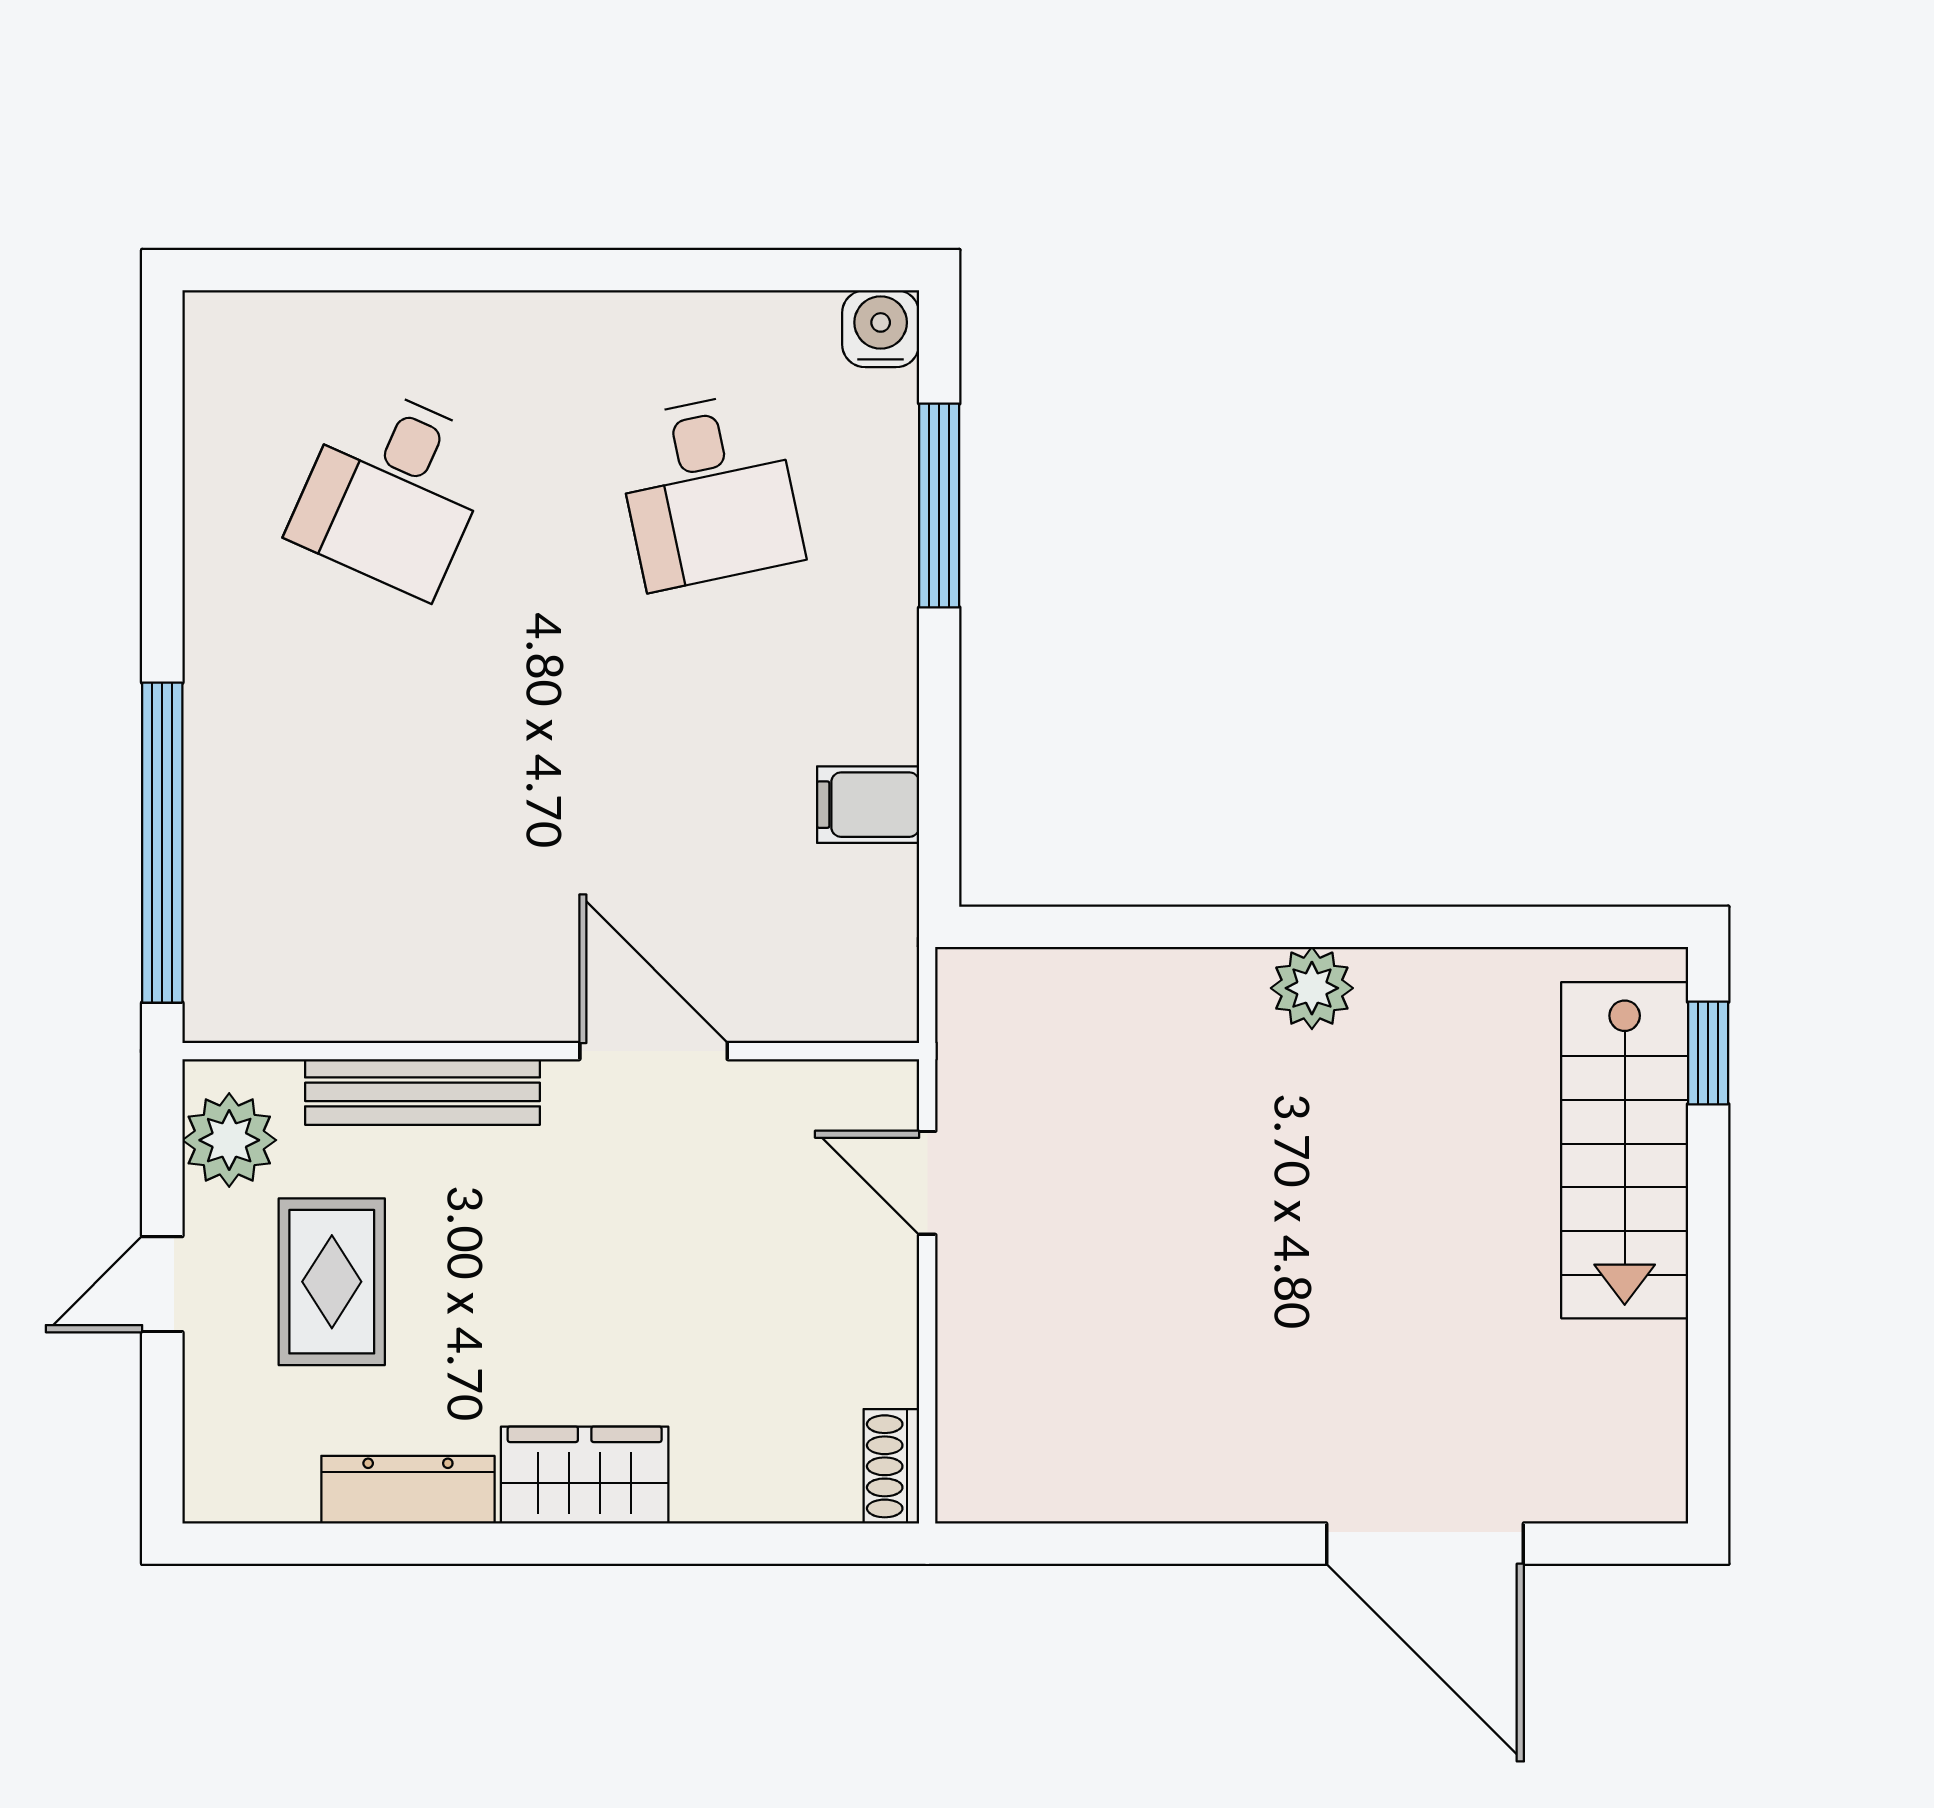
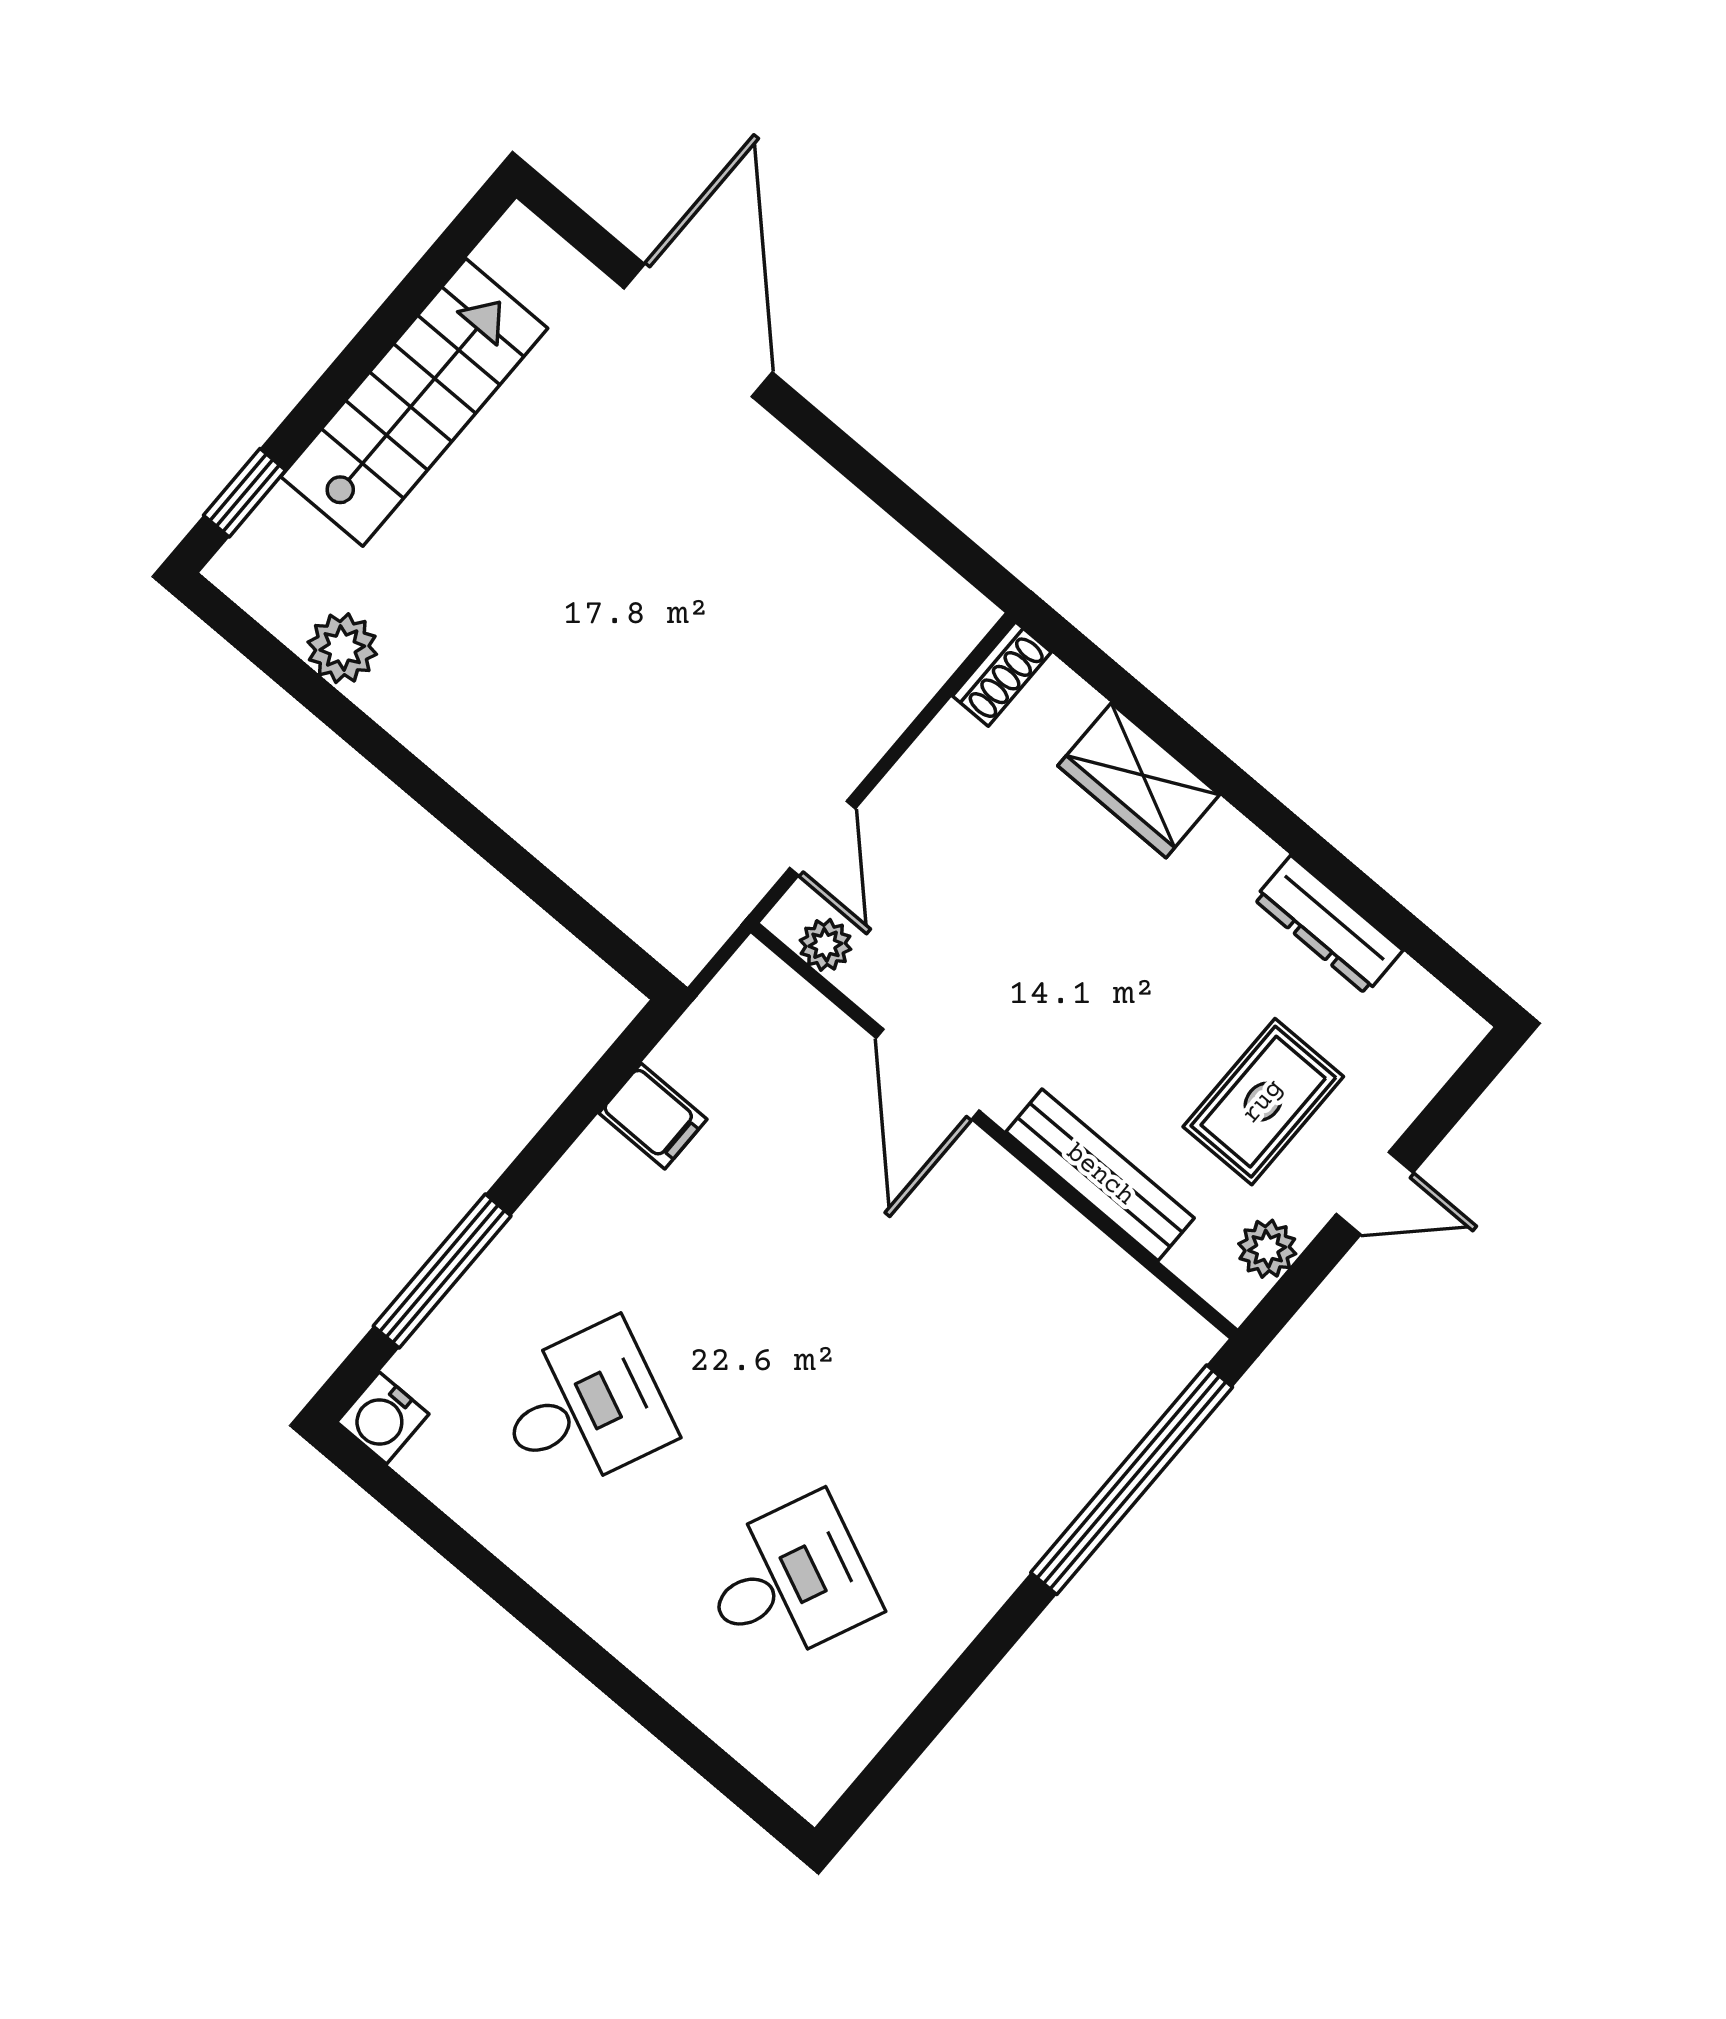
desk: (709, 490) -> (583, 1408), turned 36
plant: (1312, 988) -> (342, 648), moved
plant: (844, 1089) -> (825, 945), added
plant: (229, 1140) -> (1267, 1249), width x0.73, depth x0.73
stairs: (1625, 1150) -> (414, 402), moved
wardrobe: (585, 1475) -> (1139, 780), moved

